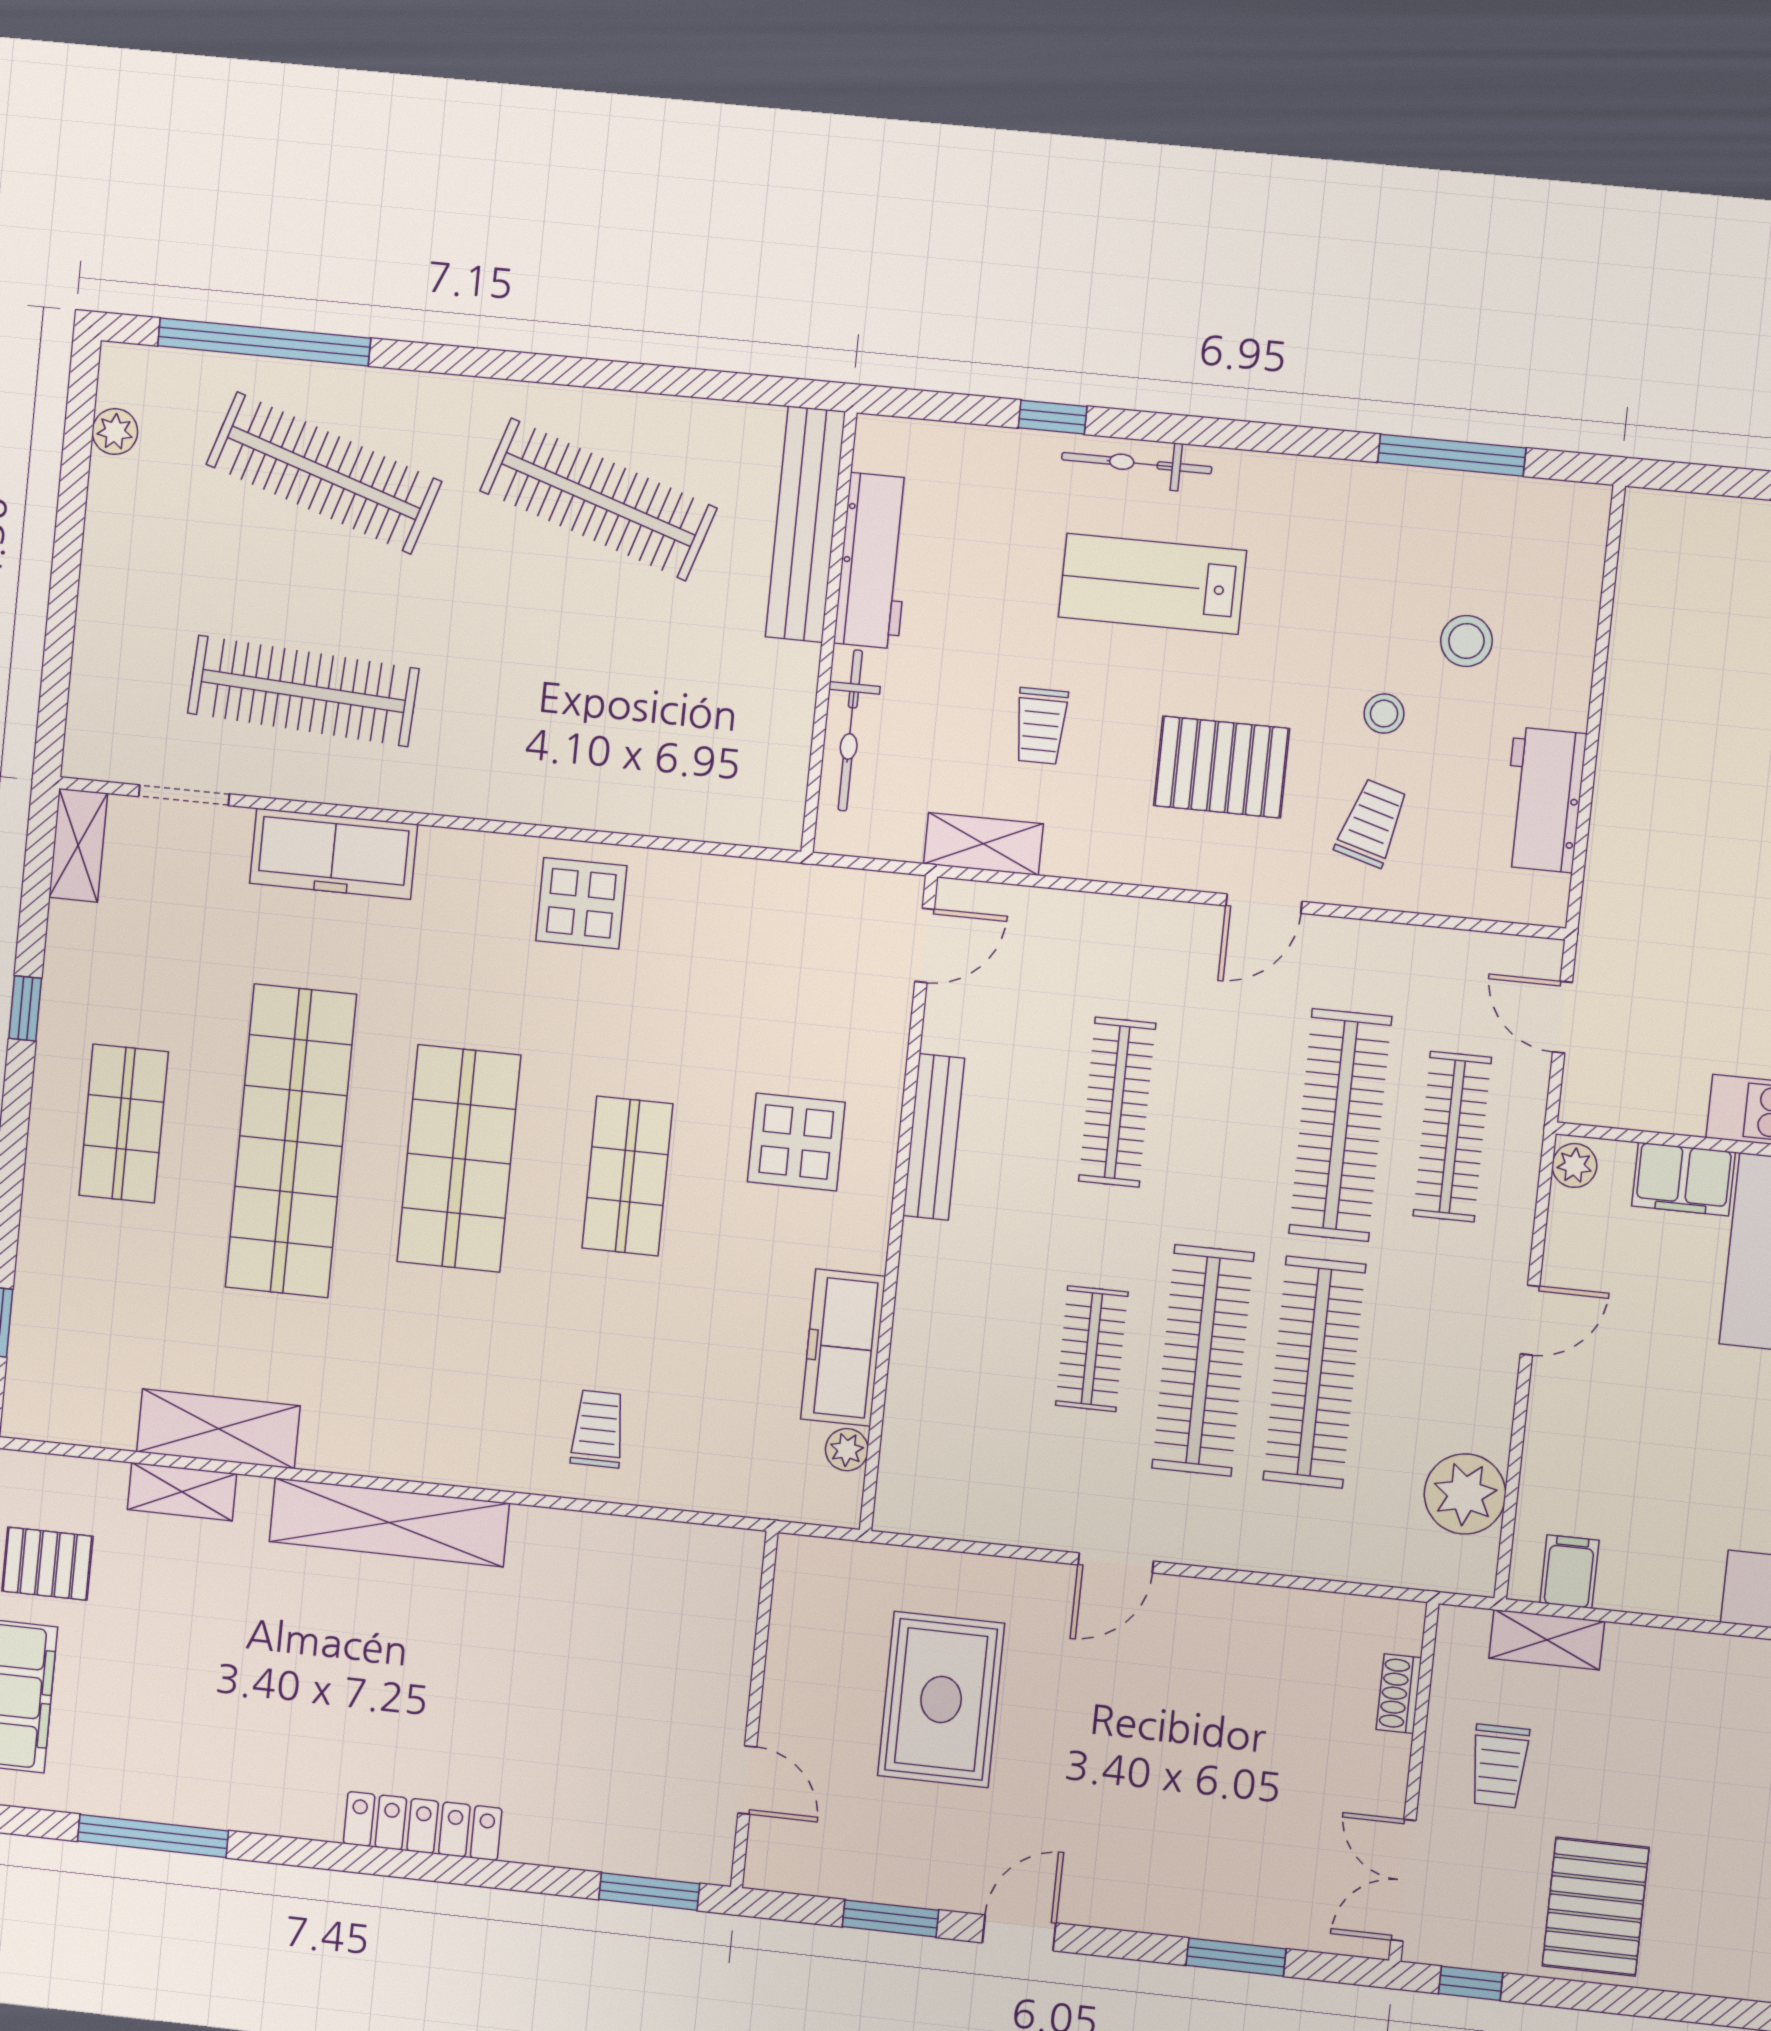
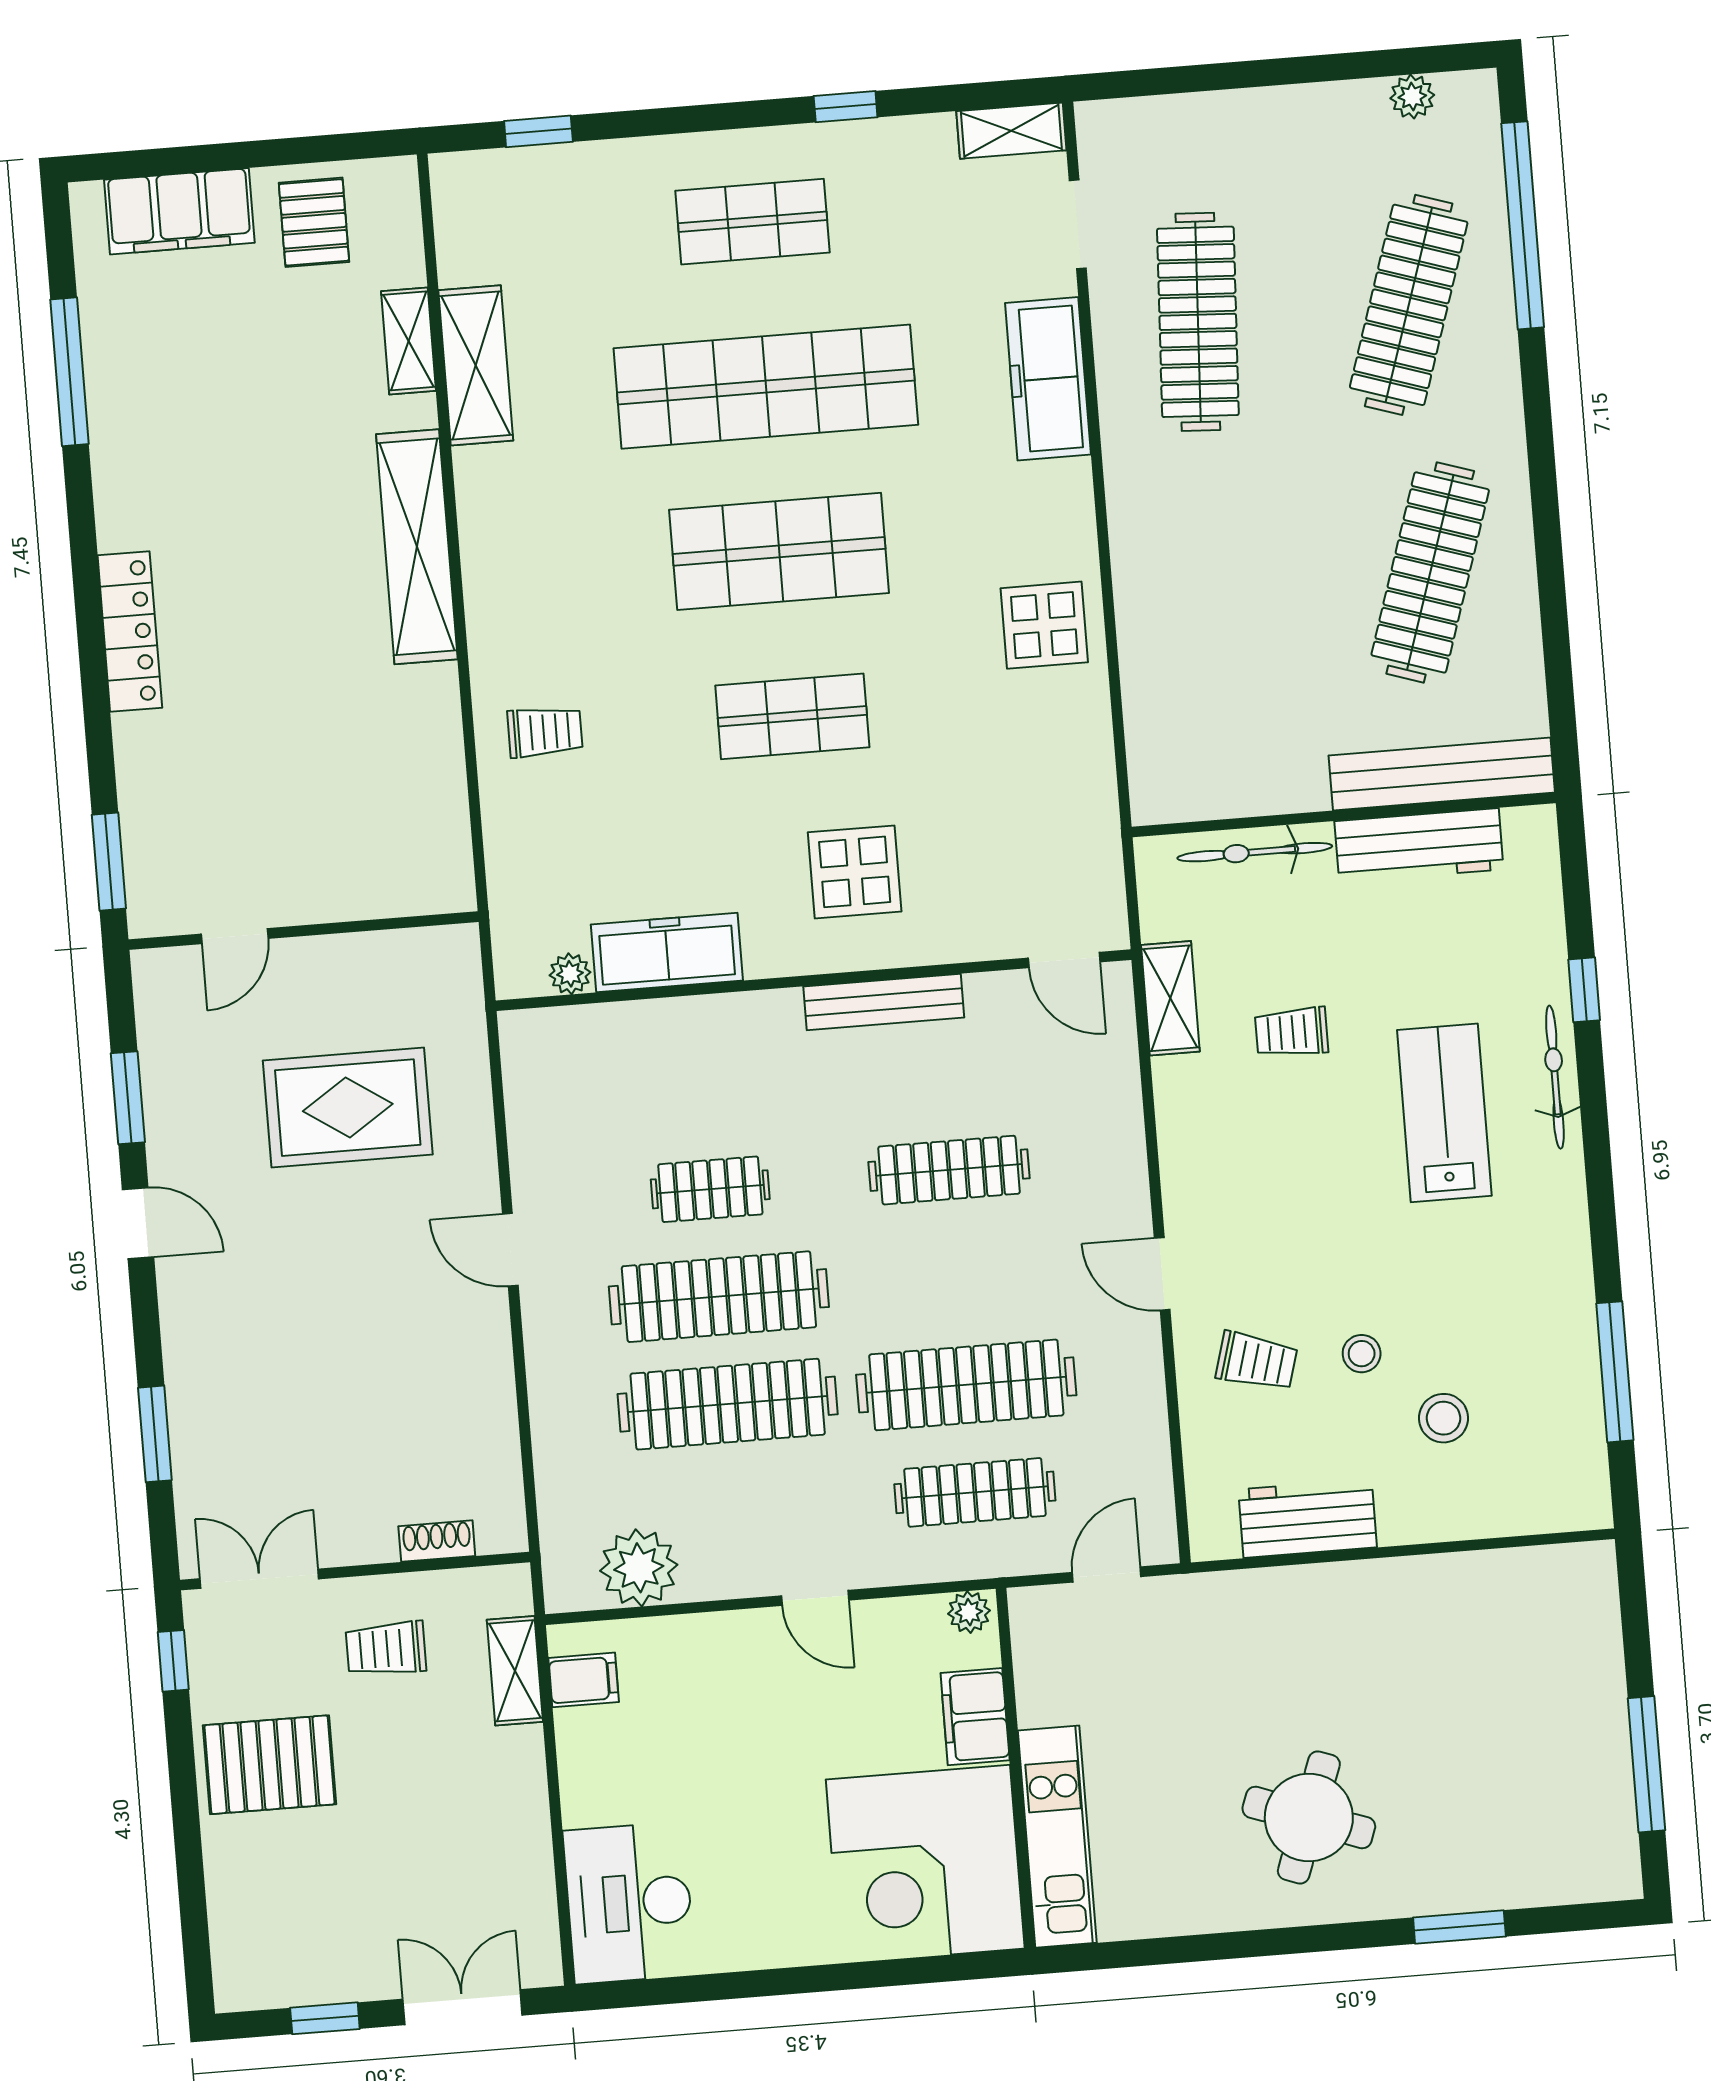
pallet: (1222, 767) -> (1284, 1210), removed

